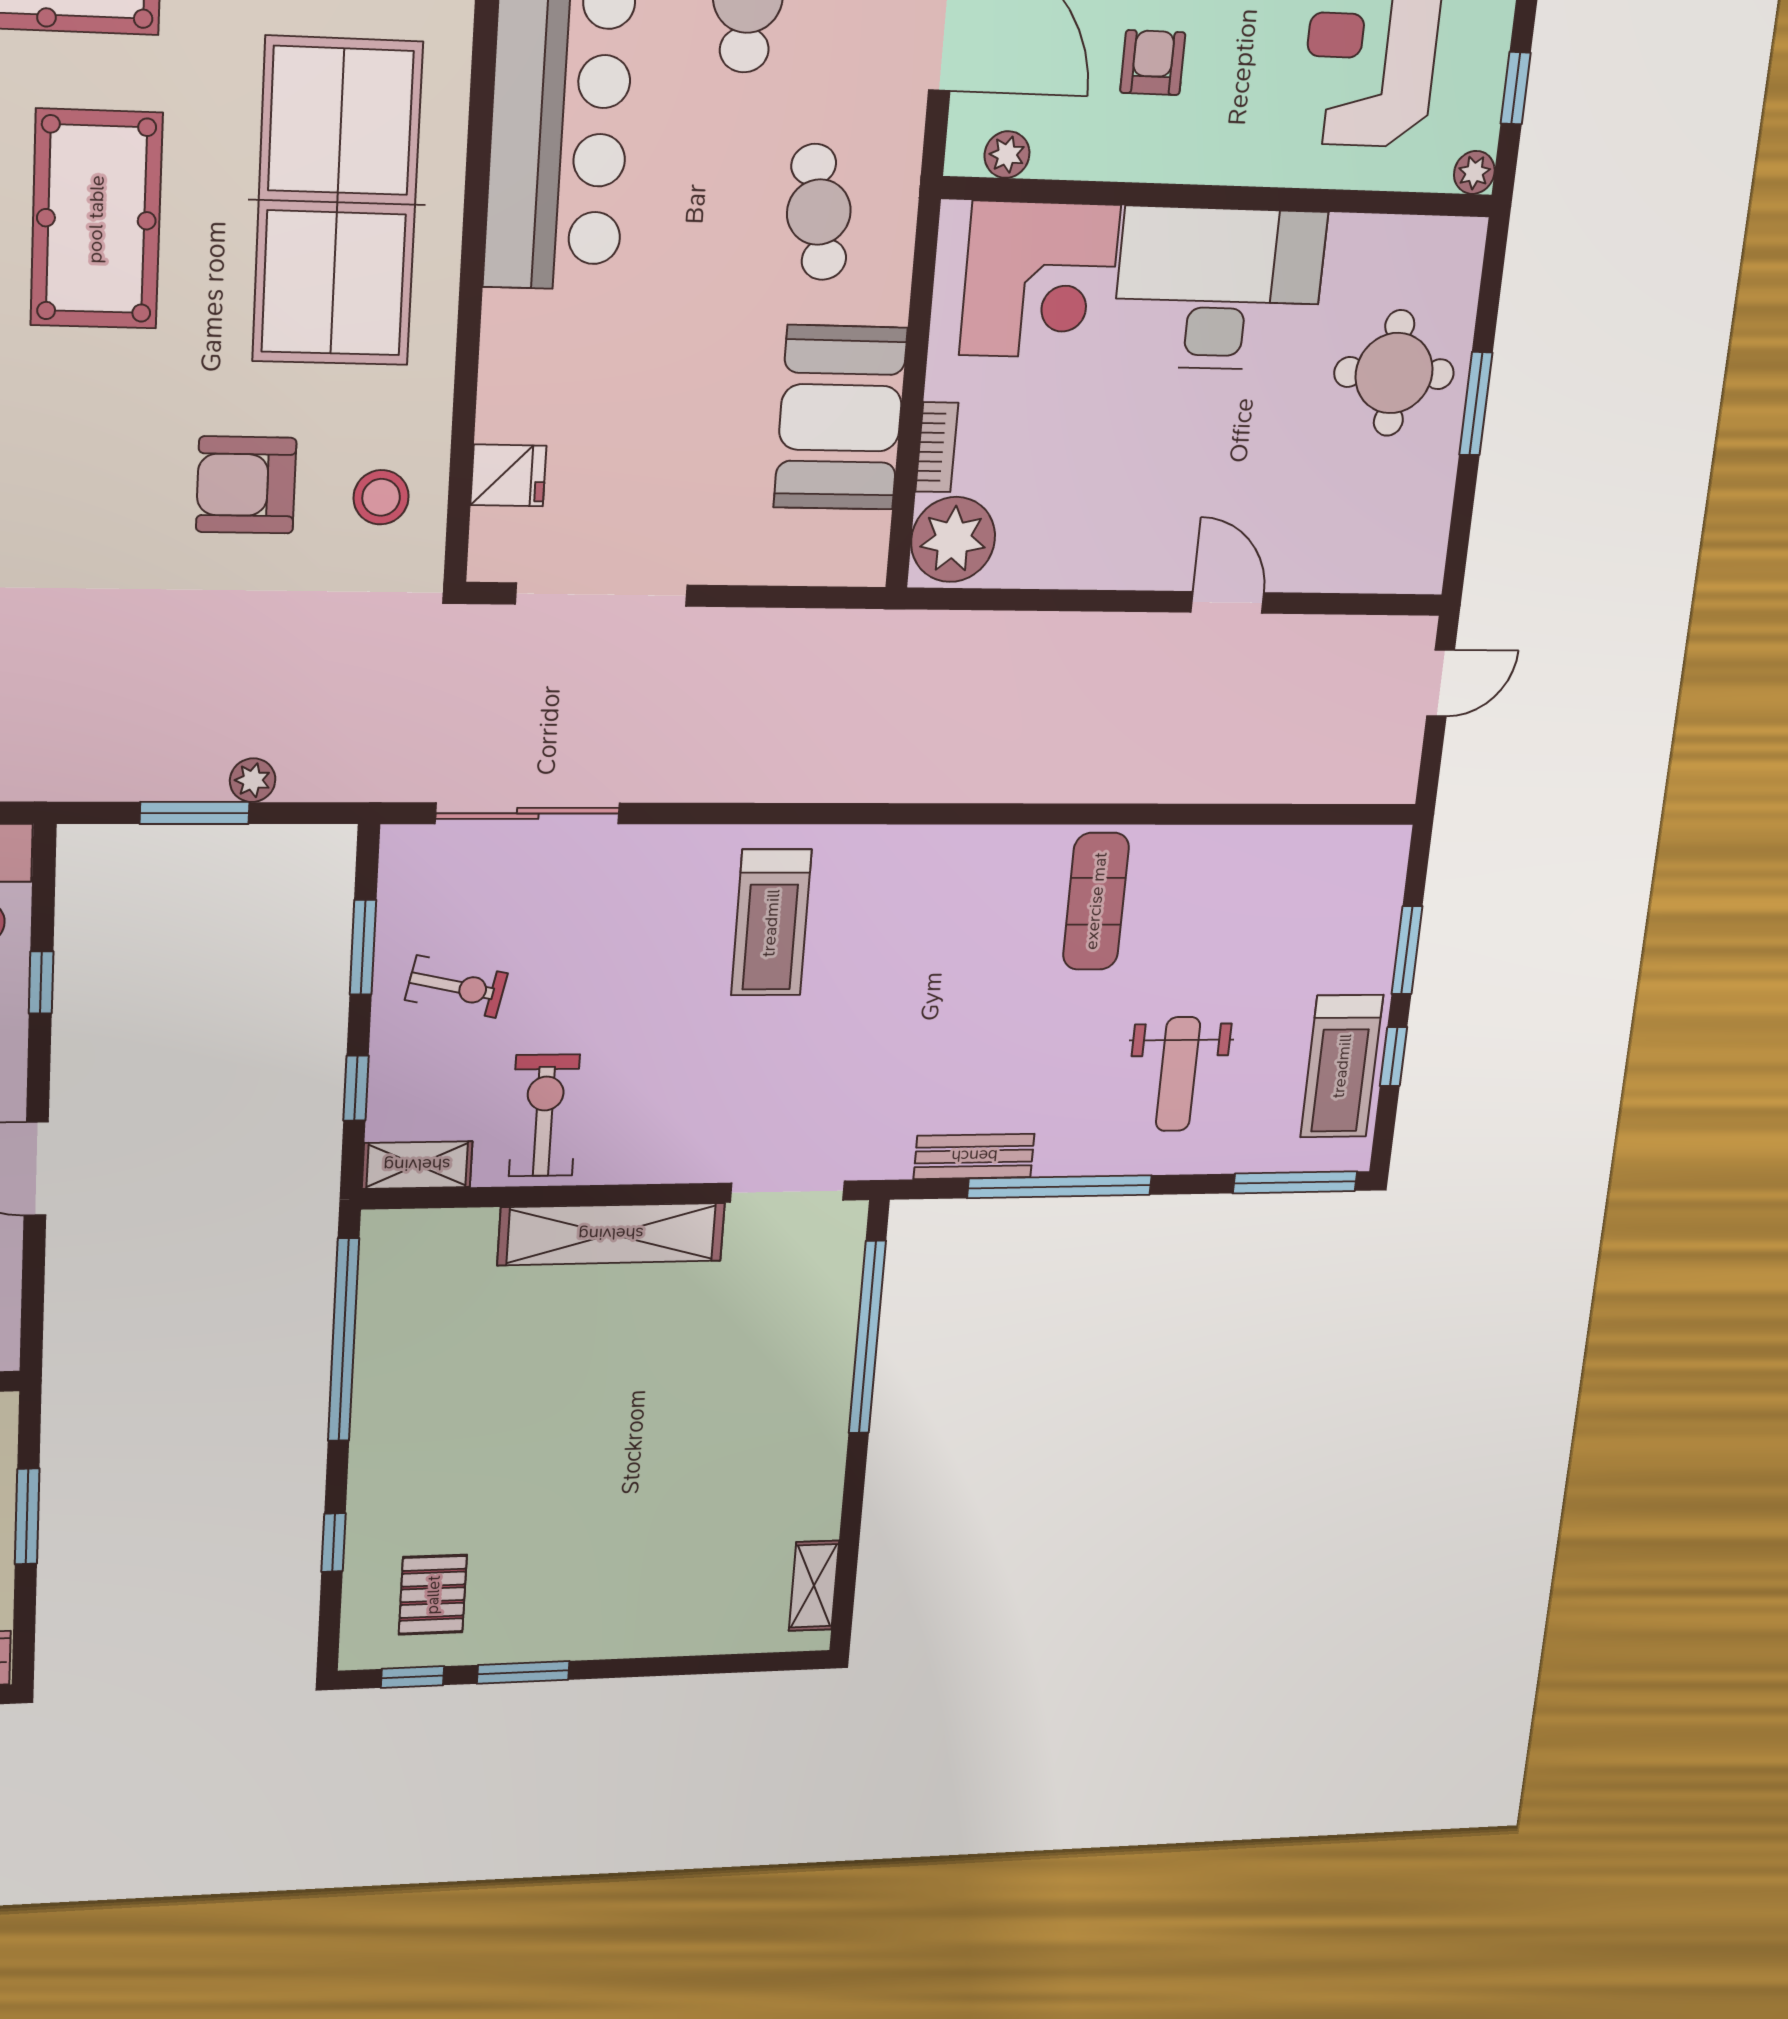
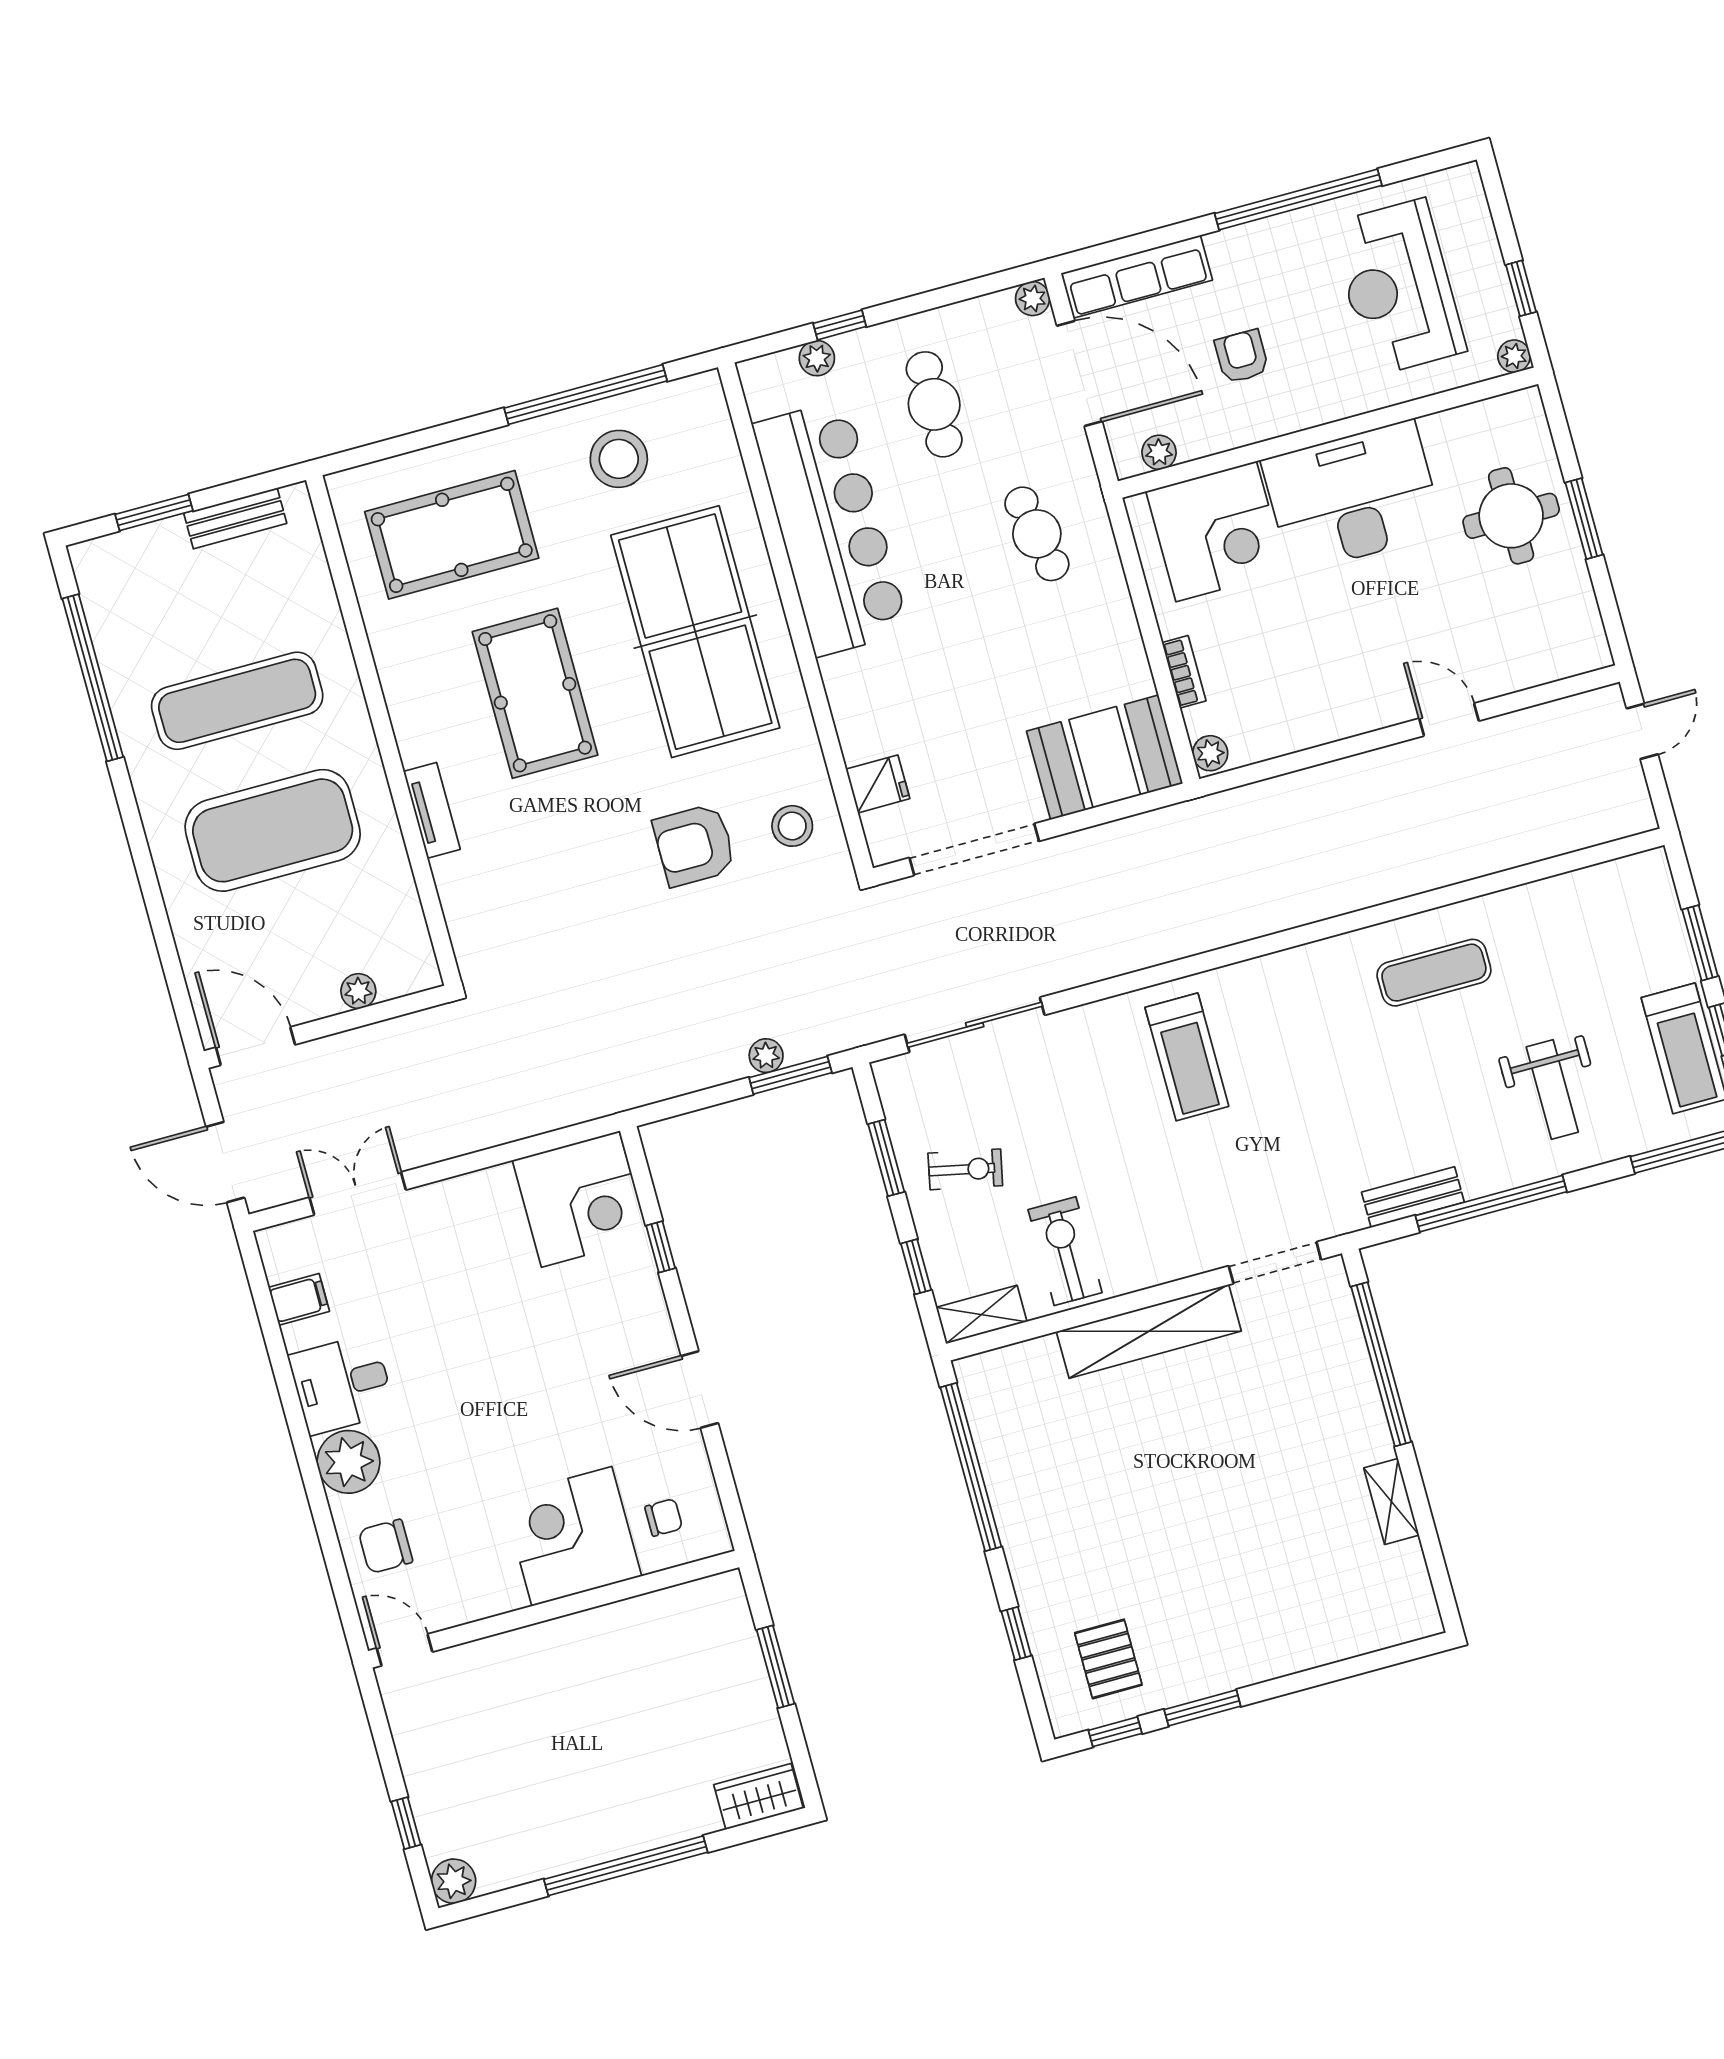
booth: (840, 418) -> (1105, 757), moved, turned 90
plant: (953, 539) -> (1210, 753), width x0.53, depth x0.53
window: (195, 813) -> (790, 1075), moved
exercise mat: (1096, 901) -> (1434, 973), turned 90
shelving: (814, 1586) -> (1391, 1502), moved

